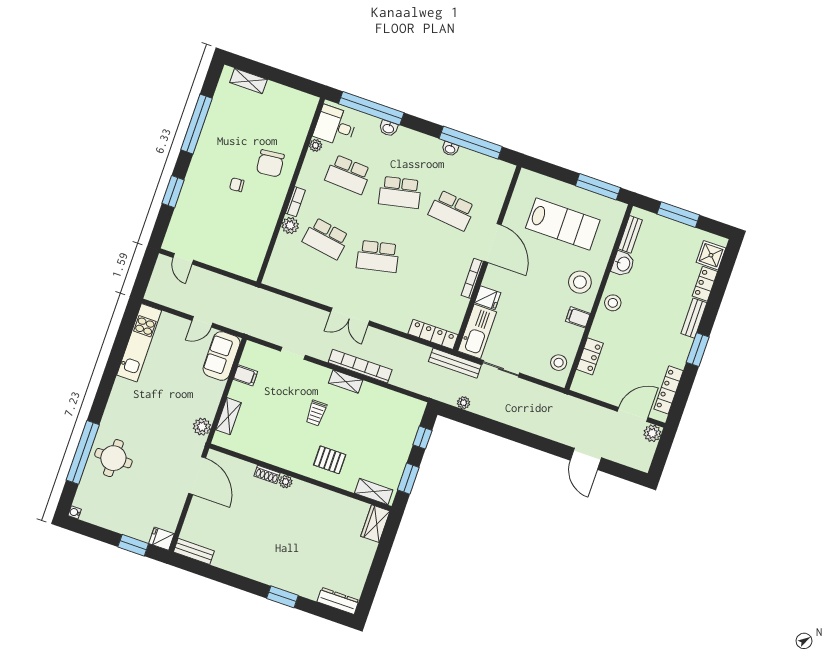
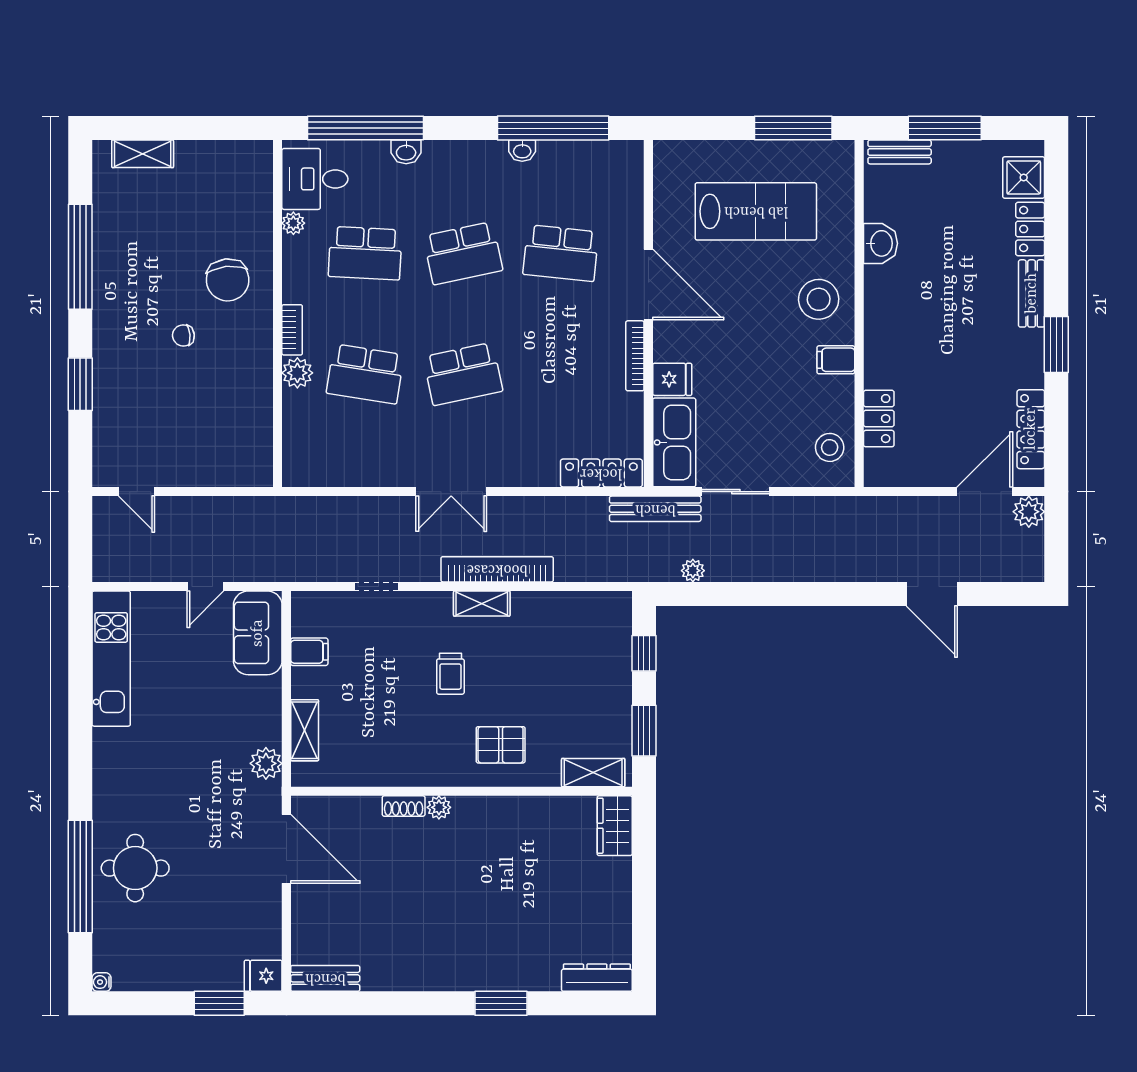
bench: (630, 234) -> (900, 152), moved, turned 90
stool: (613, 303) -> (886, 315), removed

